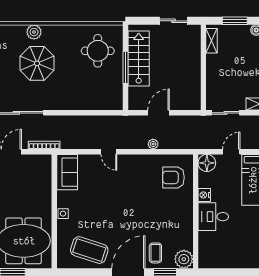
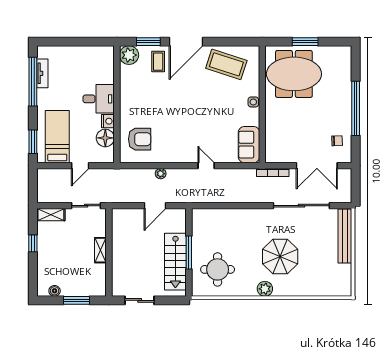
plant: (34, 32) -> (265, 289), moved
shelving: (212, 41) -> (100, 250), moved
floor lamp: (207, 163) -> (105, 138), moved

